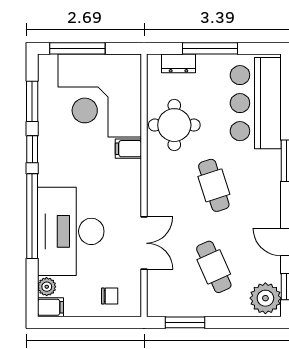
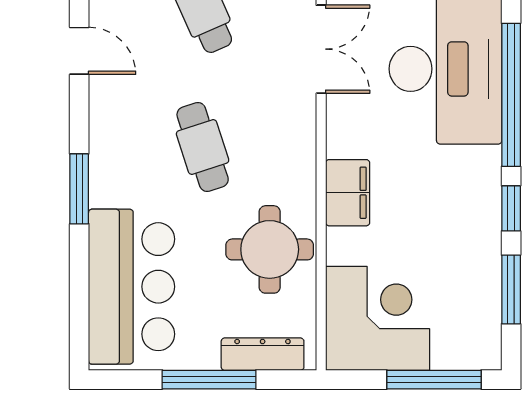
dresser: (178, 63) -> (263, 354), width x1.44
corner desk: (100, 95) -> (378, 318), width x0.74, depth x0.74
filing cabinet: (128, 149) -> (348, 193), width x2.00
double door: (144, 243) -> (321, 49), swing flipped

